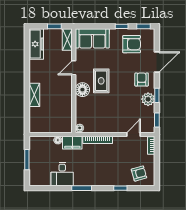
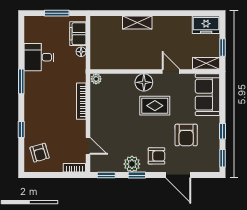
freezer: (36, 44) -> (206, 25), width x0.71
armchair: (132, 44) -> (186, 135), moved
filing cabinet: (72, 143) -> (78, 34), moved

